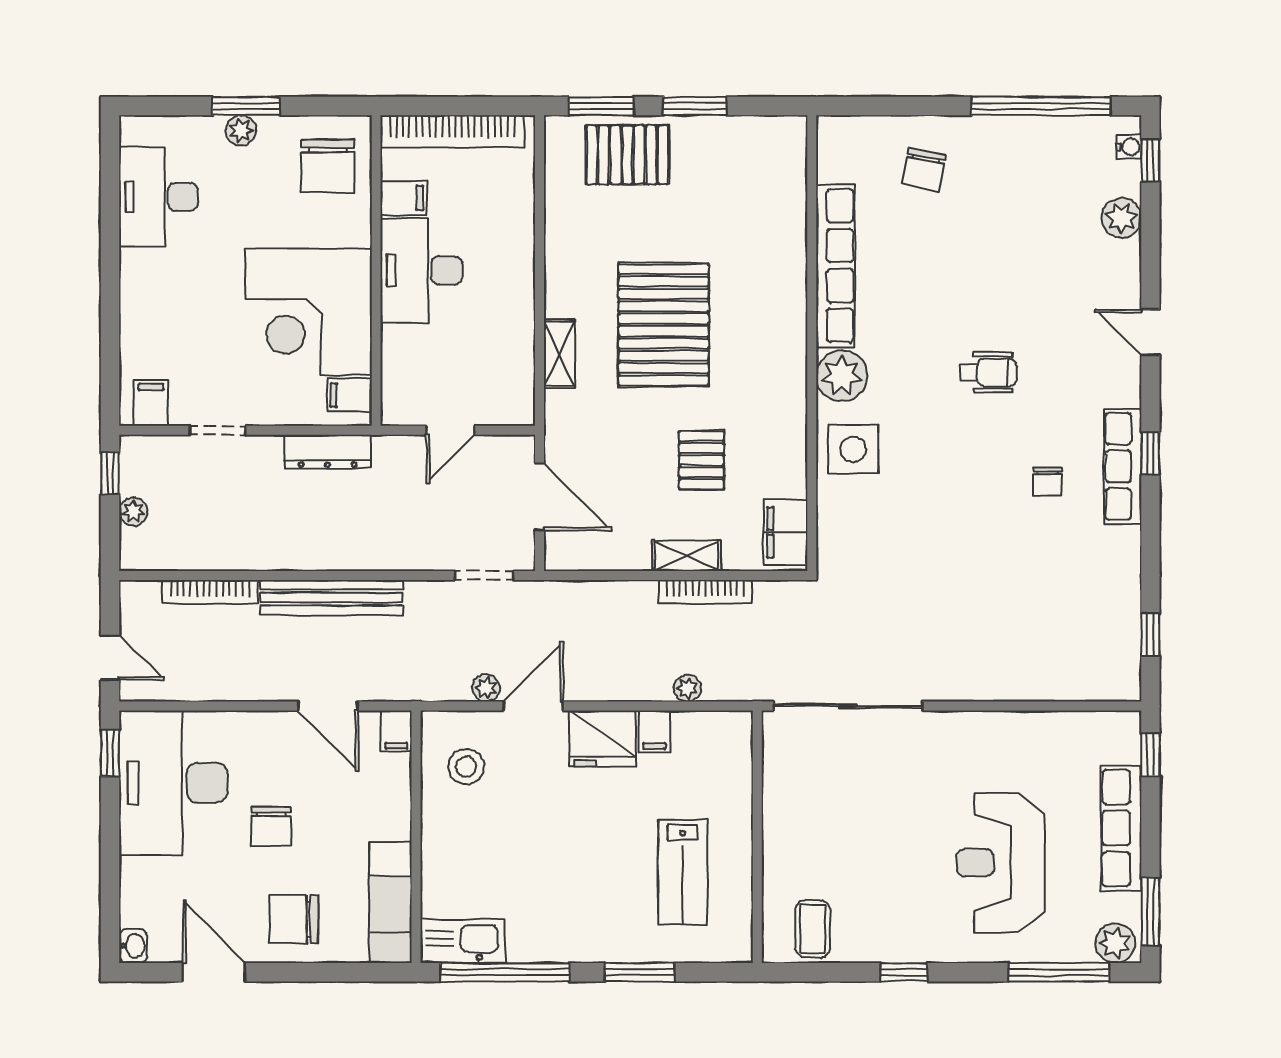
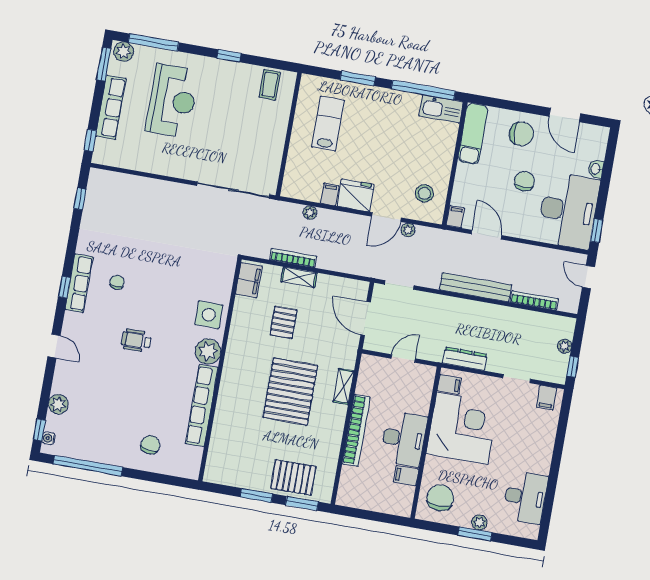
bookcase: (452, 131) -> (356, 430), moved, turned 90
washbasin: (133, 946) -> (596, 169), moved

